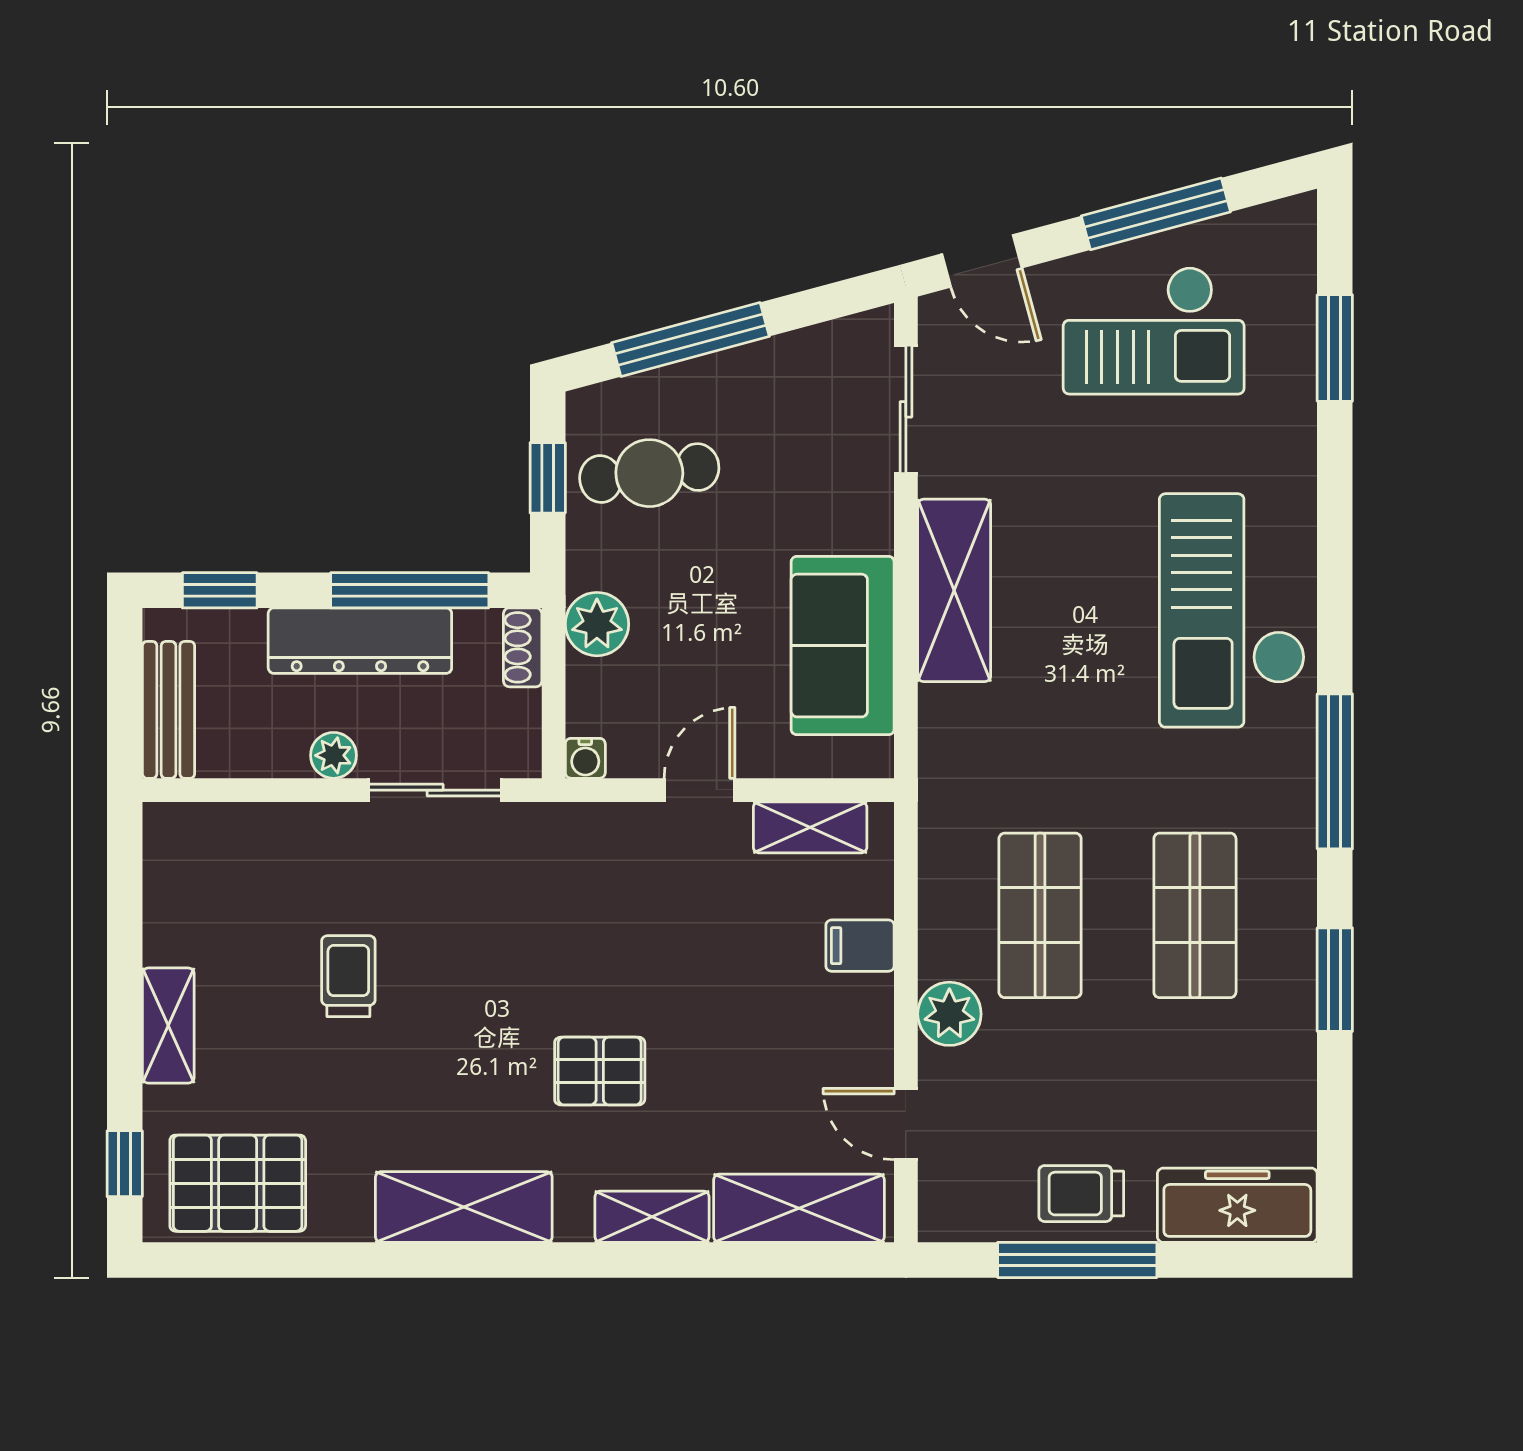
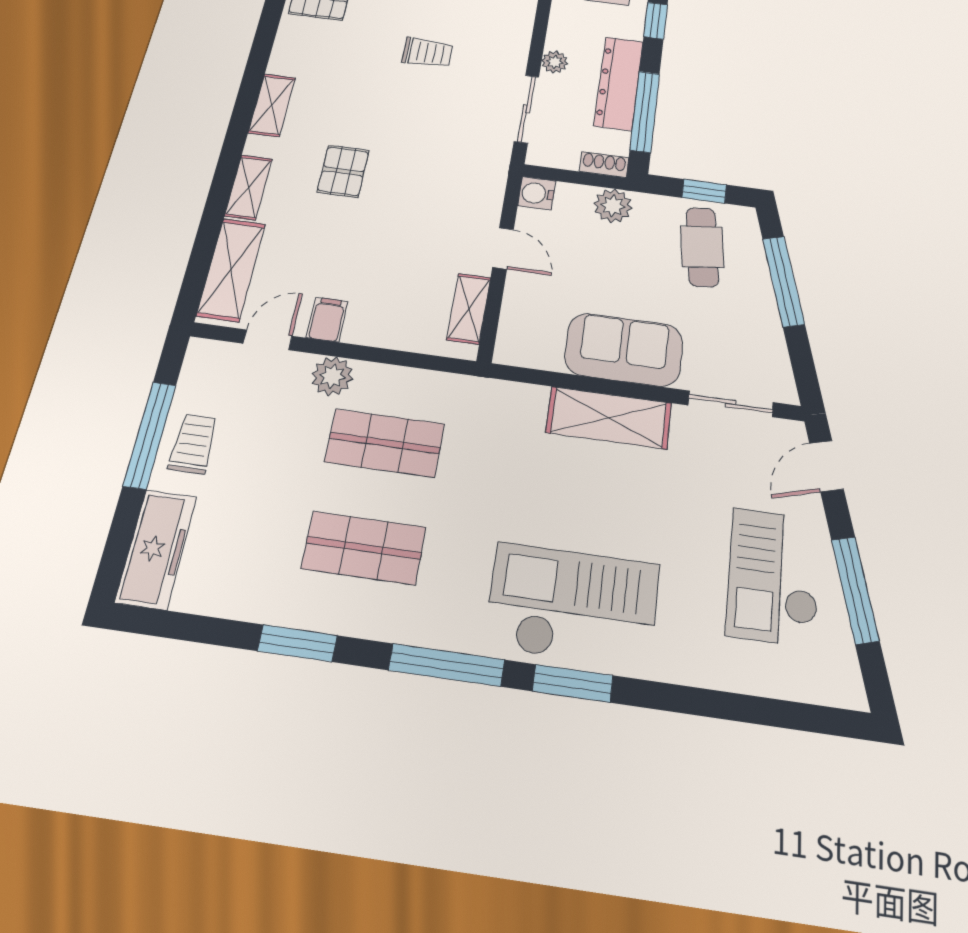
window: (1335, 348) -> (573, 683), moved
sofa: (843, 646) -> (624, 350), moved
water cooler: (585, 758) -> (537, 193), width x1.38, depth x1.38
filing cabinet: (860, 946) -> (327, 319), moved
shelving: (464, 1207) -> (272, 105), width x0.67, depth x0.75

